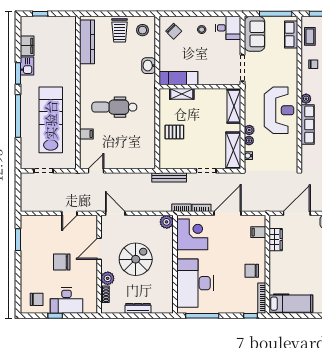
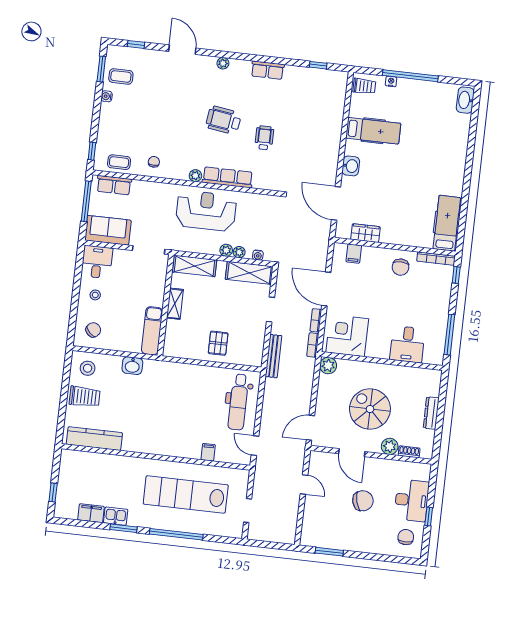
shelving: (182, 94) -> (175, 304), moved
dental chair: (114, 107) -> (238, 402), moved
chair: (62, 262) -> (363, 501), turned -105
desk: (195, 283) -> (407, 344), width x0.53, depth x0.77

